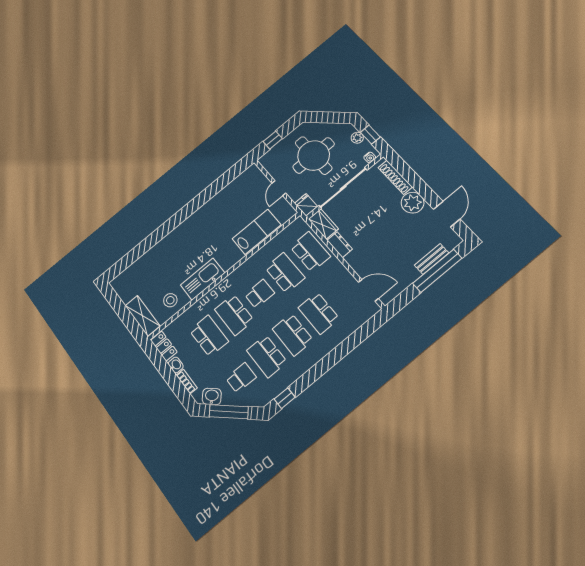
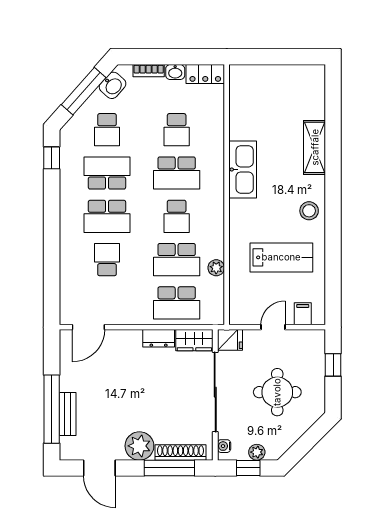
round table: (314, 155) -> (277, 392), width x0.73, depth x0.73
window: (410, 176) -> (169, 468), added
filing cabinet: (258, 179) -> (303, 314), added
door: (279, 188) -> (273, 327), hinge flipped
lab bench: (257, 232) -> (281, 257), moved, turned -90
plant: (271, 247) -> (216, 268), added
stool: (170, 300) -> (309, 211), moved
school desk: (319, 313) -> (107, 260), width x0.54
school desk: (234, 315) -> (177, 173), turned 180
shelving: (143, 316) -> (315, 147), moved, turned 90
school desk: (293, 335) -> (107, 216), turned 180
school desk: (209, 336) -> (177, 130), width x0.54

